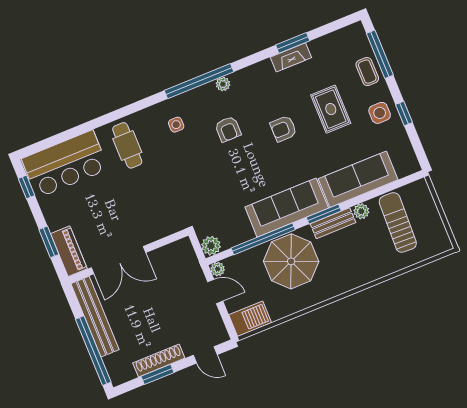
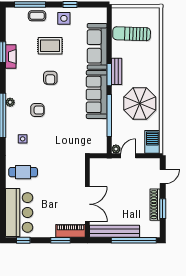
plant: (361, 211) -> (116, 52), removed
plant: (211, 246) -> (101, 147), removed
parasol: (291, 261) -> (140, 104), moved

